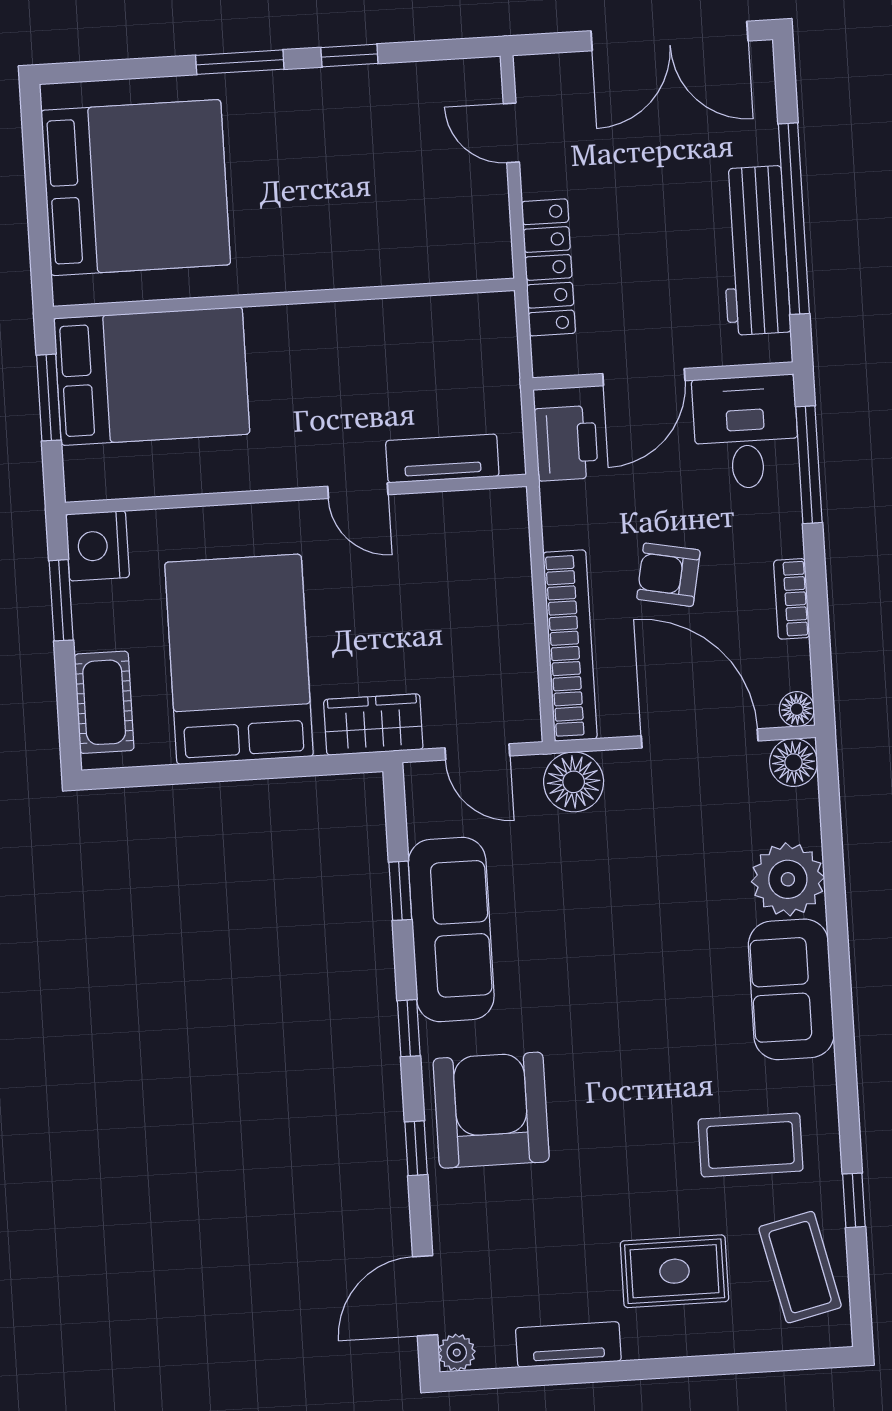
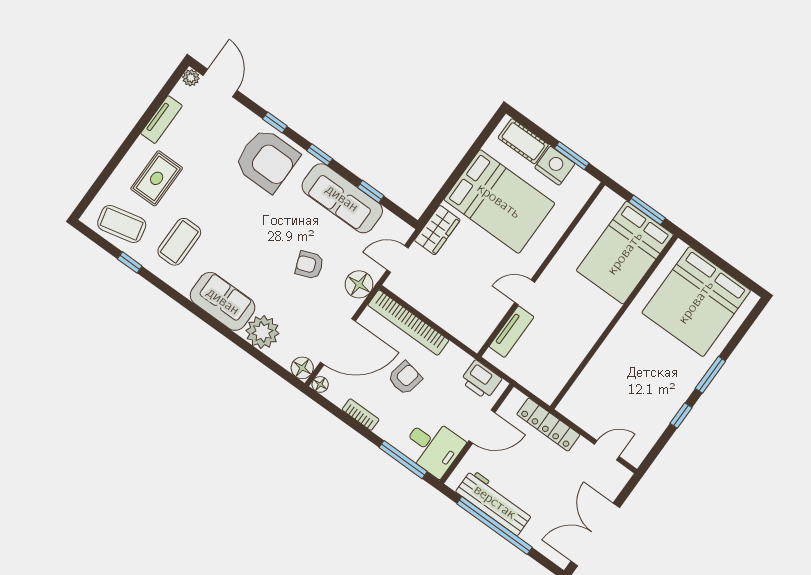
door: (644, 377) -> (482, 427), swing flipped
nightstand: (98, 546) -> (555, 166), moved
armchair: (609, 893) -> (309, 265), added

